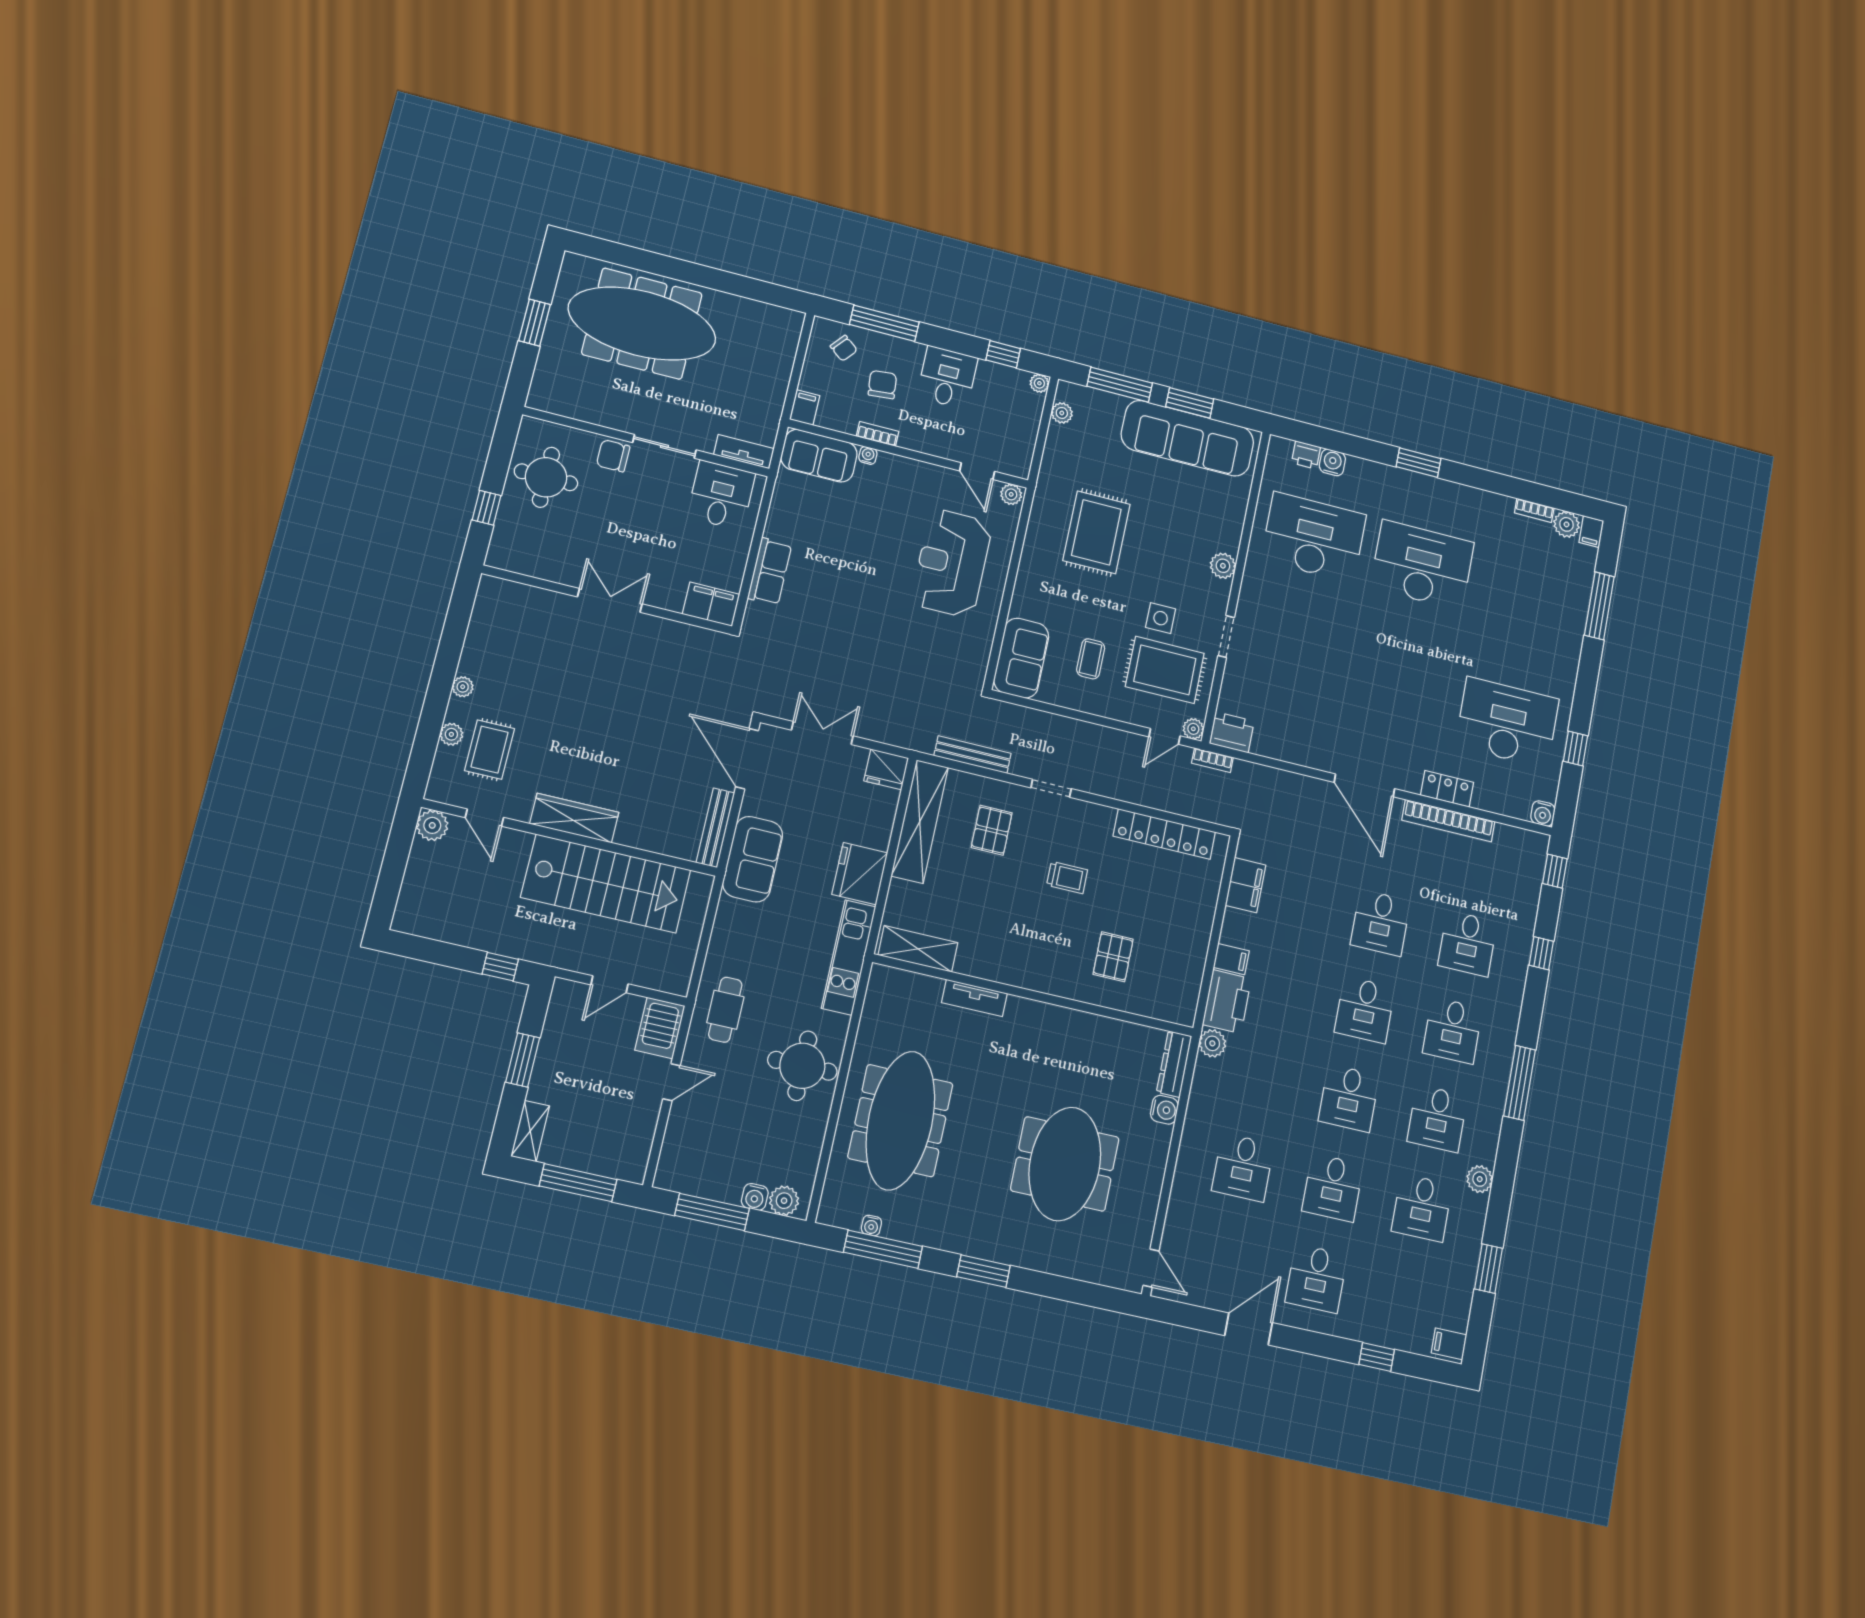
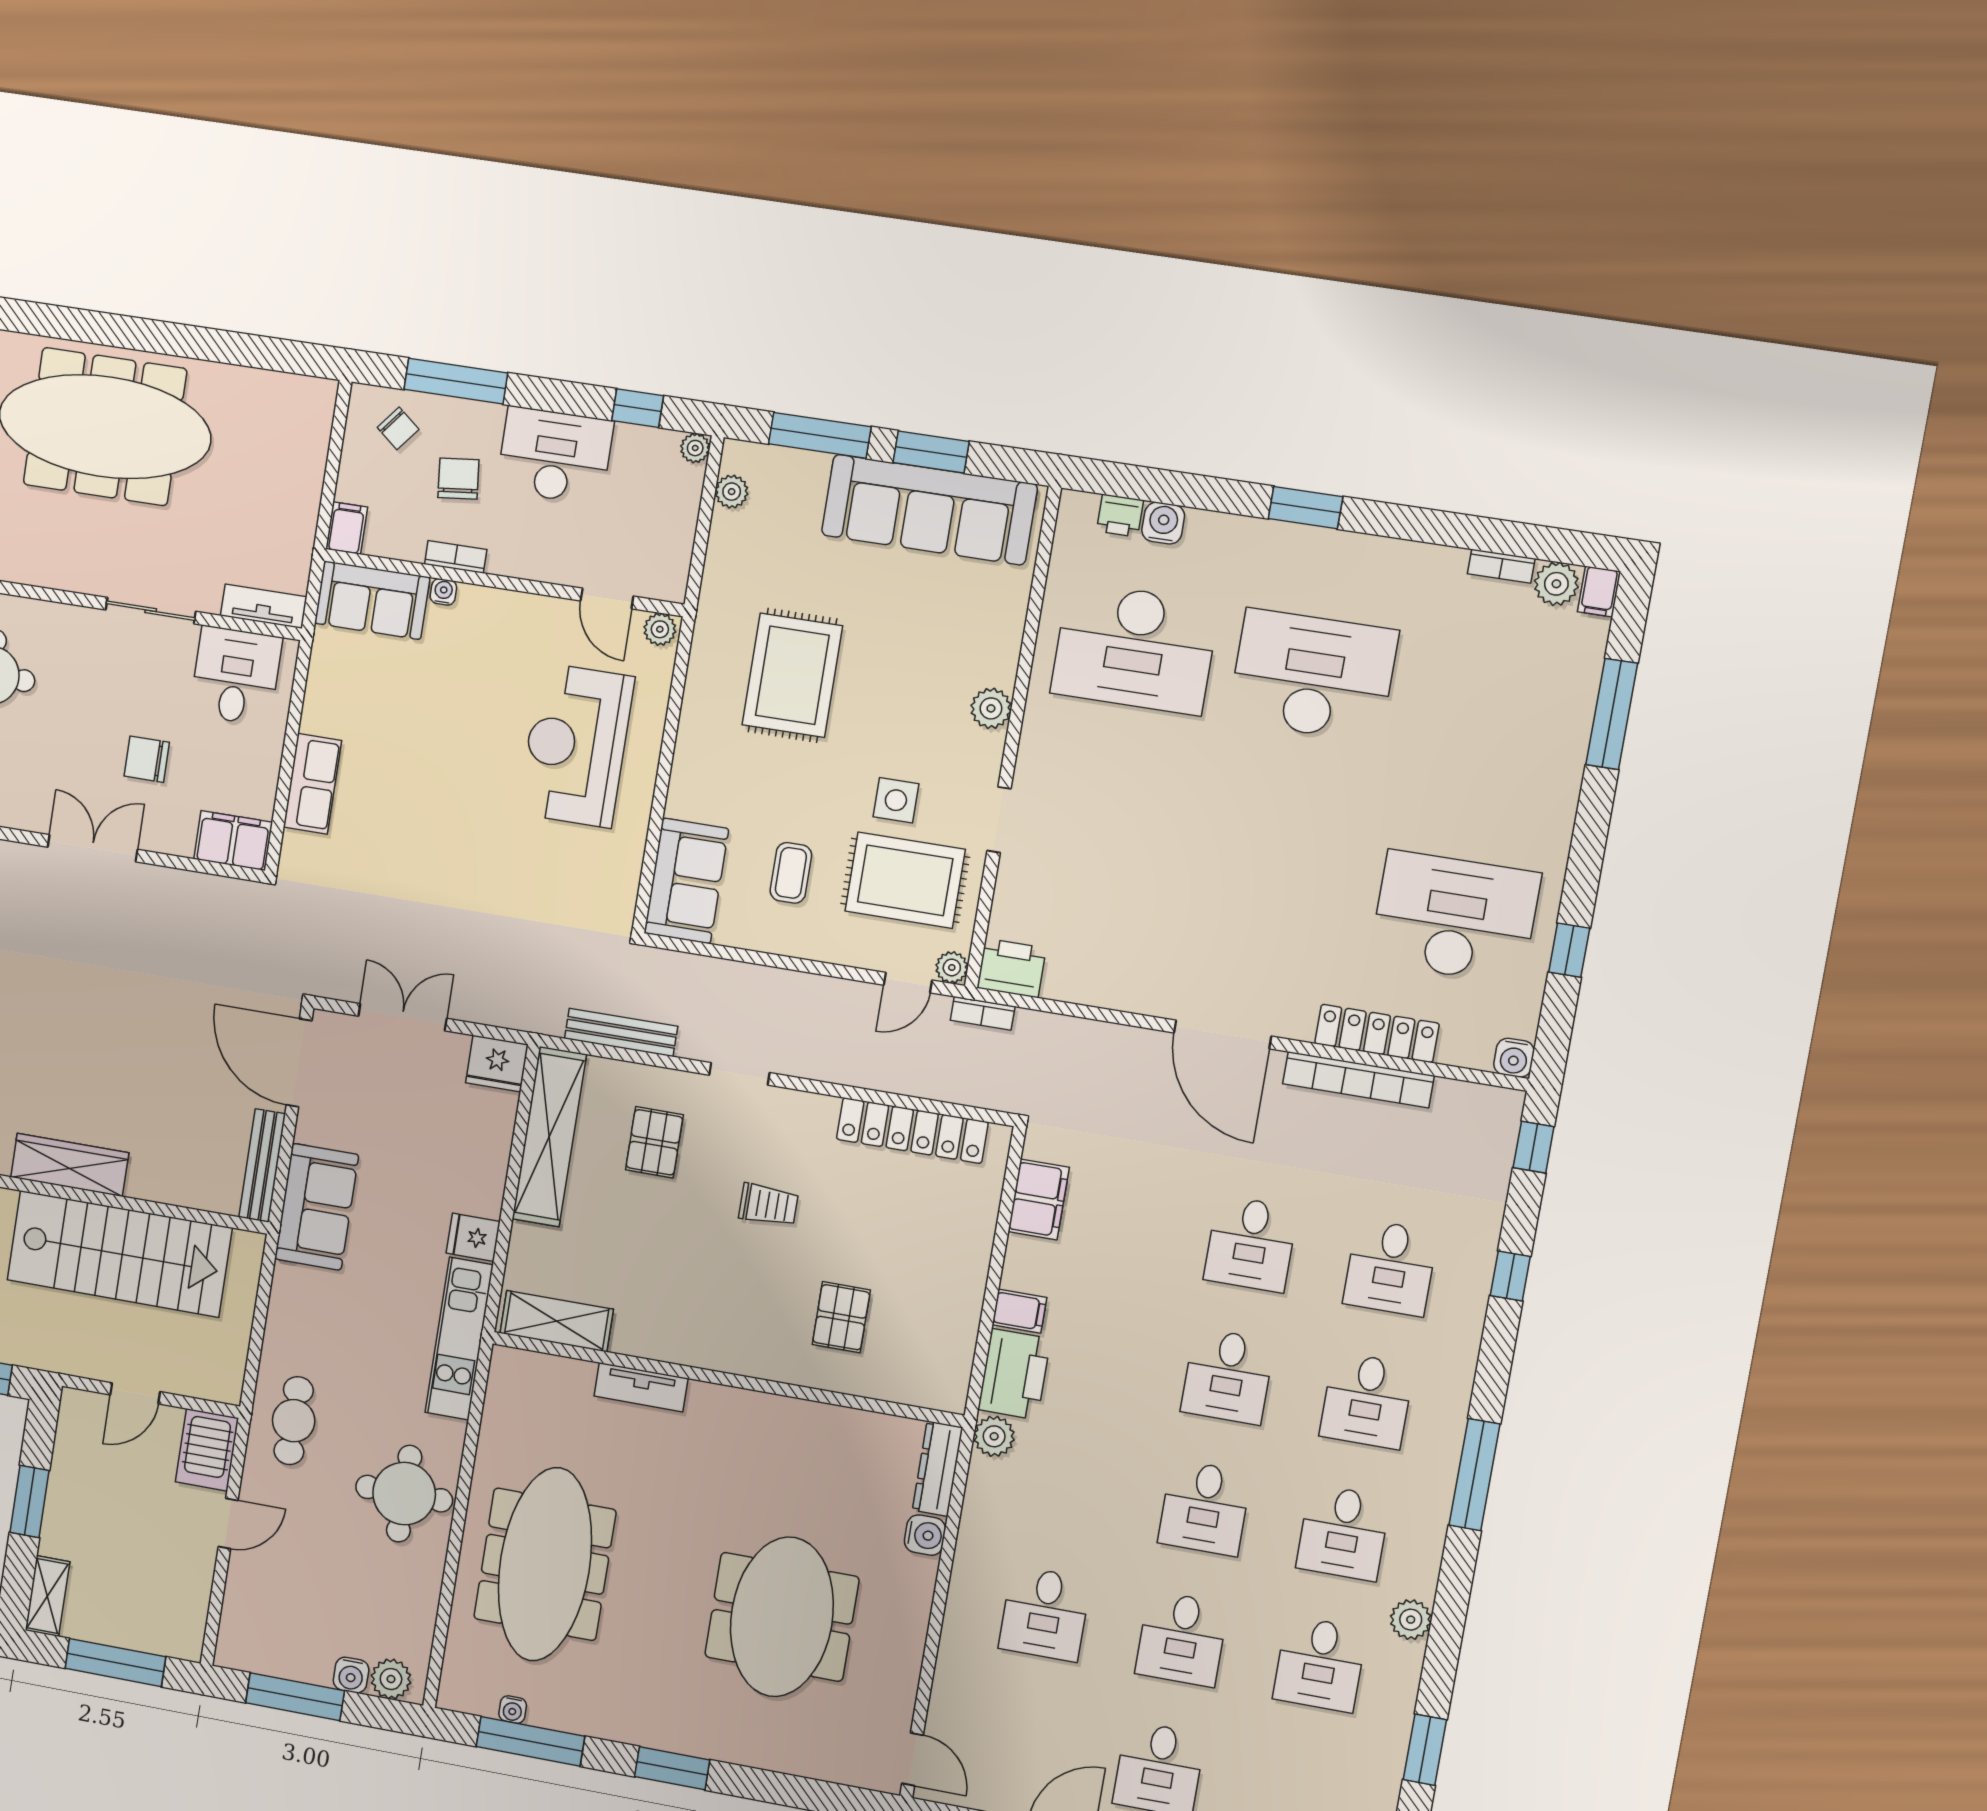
desk: (947, 377) -> (555, 456), width x1.37
chair: (613, 456) -> (147, 759), moved
desk: (1314, 537) -> (1135, 648), turned 180
locker: (1447, 789) -> (1377, 1033), width x1.53
fridge: (860, 874) -> (473, 1237), width x0.53, depth x0.75

